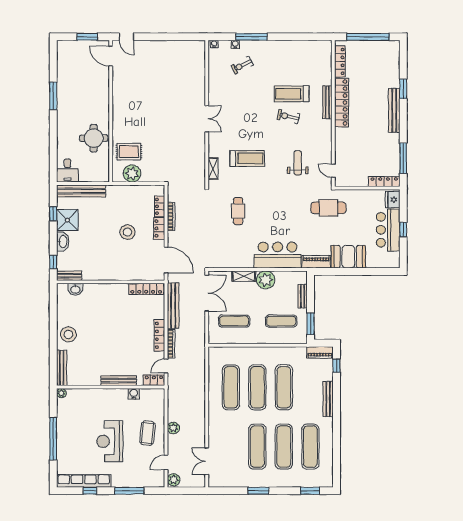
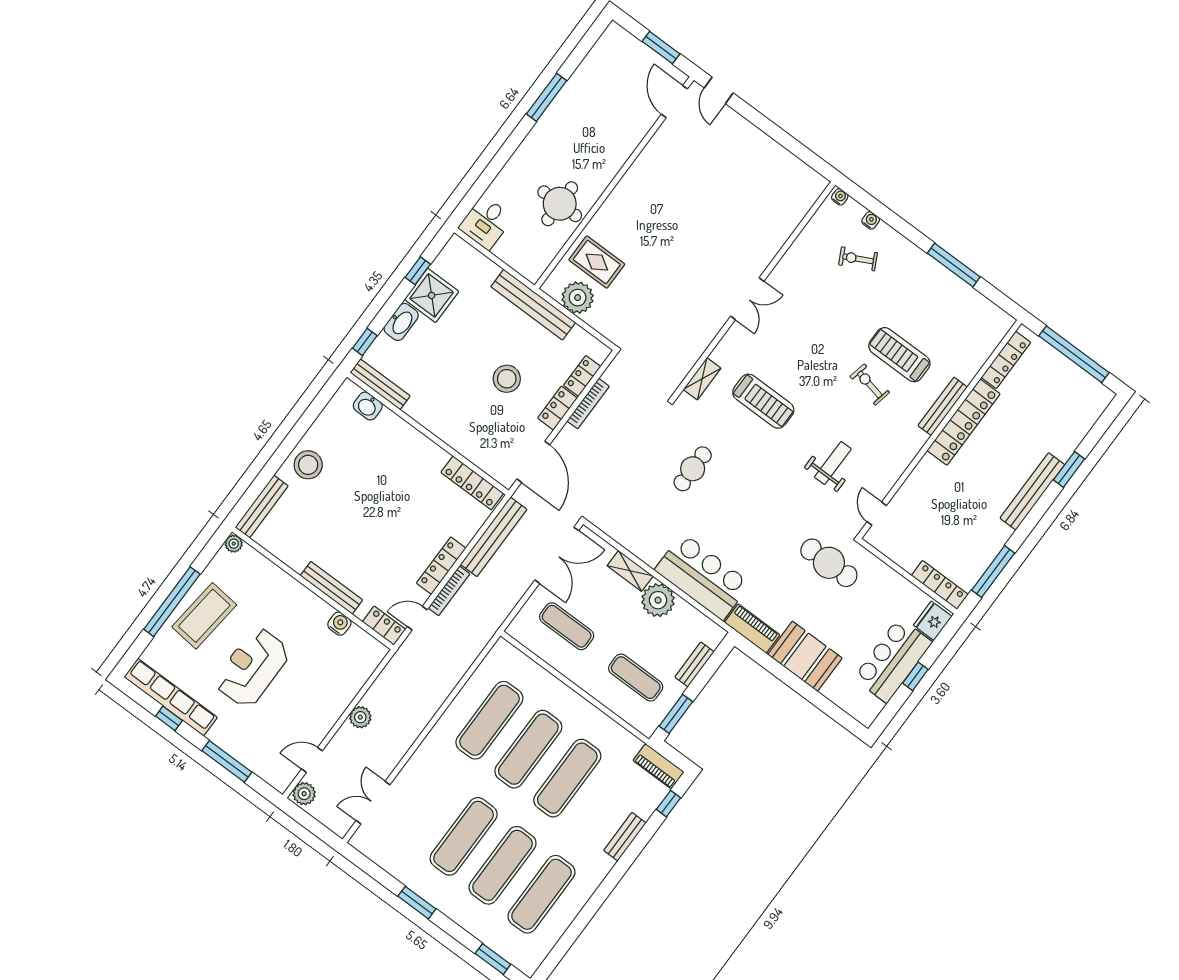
window: (251, 37) -> (954, 265), moved
bench: (81, 191) -> (533, 305), moved
bench: (69, 276) -> (380, 384), width x1.36
bench: (328, 399) -> (625, 837), width x0.73
coffee table: (148, 433) -> (204, 616), moved, width x1.36, depth x1.32

